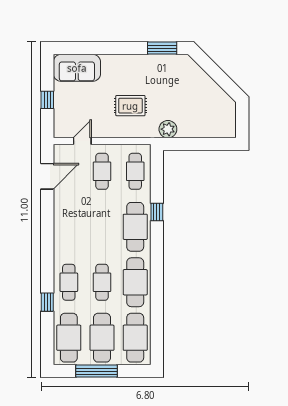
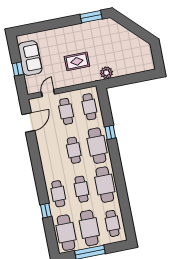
sofa: (77, 68) -> (30, 58), moved, turned -90
cafe table: (102, 227) -> (74, 150), added
cafe table: (135, 338) -> (112, 223), width x0.73, depth x0.74

